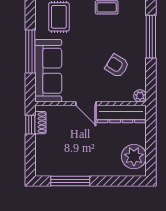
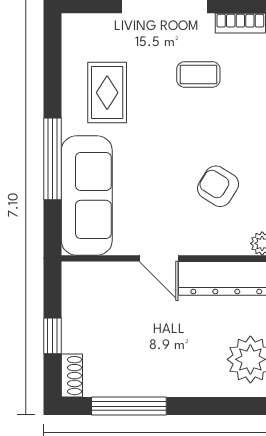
shoe rack: (40, 123) -> (72, 376), moved
window: (30, 125) -> (52, 336), moved

